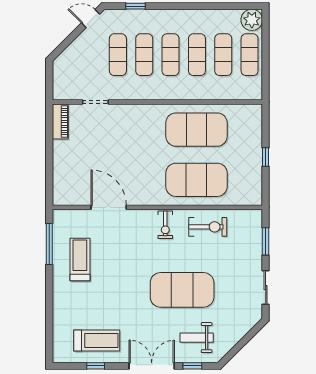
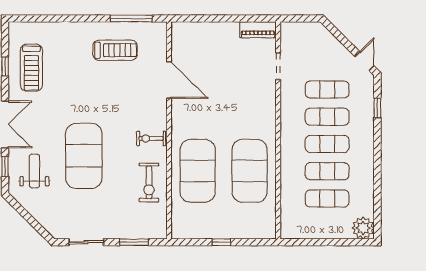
exercise mat: (250, 55) -> (327, 226), removed
door: (109, 207) -> (169, 80), hinge flipped

